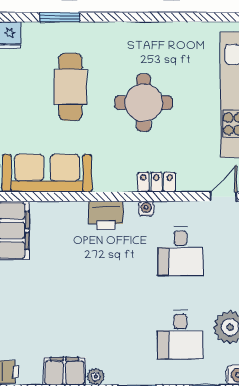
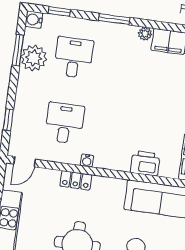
printer: (106, 215) -> (145, 163), moved

